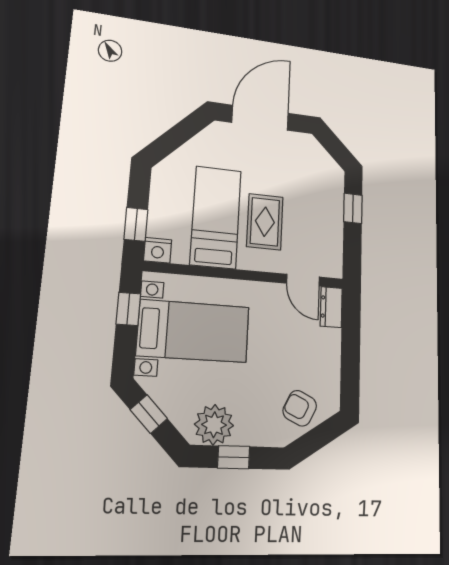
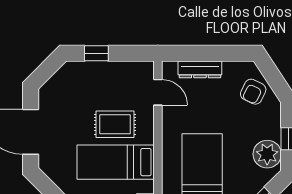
door: (303, 280) -> (158, 92), hinge flipped
dresser: (331, 307) -> (200, 69), moved, width x1.44

